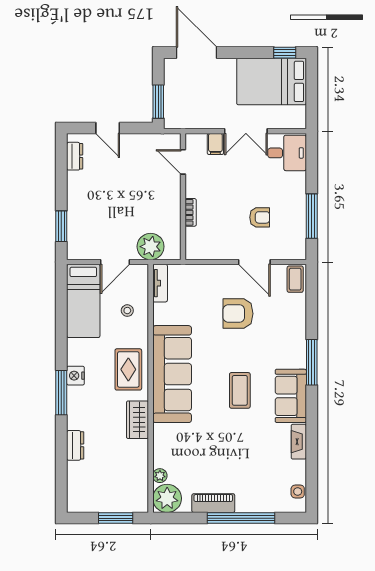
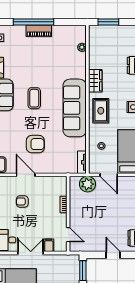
door: (115, 262) -> (109, 175), swing flipped
plant: (167, 498) -> (78, 34), removed
piano: (213, 503) -> (39, 31), moved

